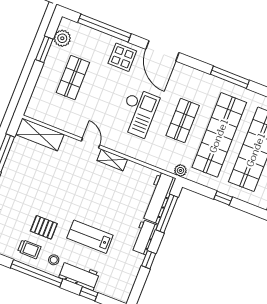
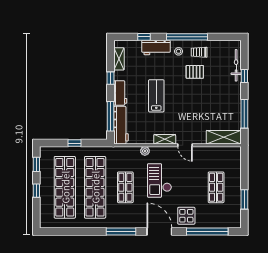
plant: (62, 38) -> (235, 212), removed
window: (230, 77) -> (121, 232), moved
plant: (180, 170) -> (145, 151), moved
lab bench: (90, 237) -> (156, 96), moved, turned -90
shelving: (129, 279) -> (119, 59), added

